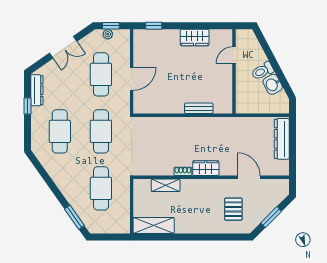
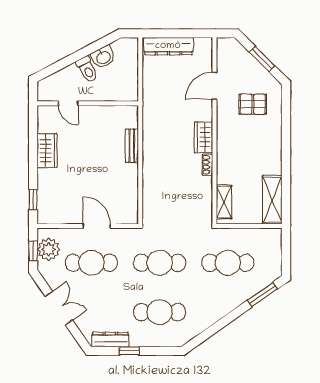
plant: (108, 34) -> (49, 249), width x1.88, depth x1.88
shelving: (166, 185) -> (224, 202), moved

